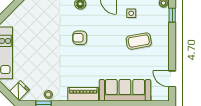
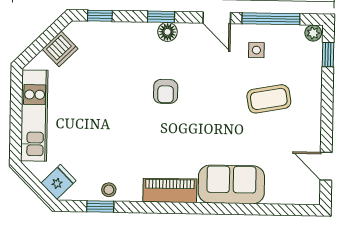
dishwasher: (19, 15) -> (60, 49), added
armchair: (80, 38) -> (166, 91), turned -90
sofa: (125, 90) -> (231, 184), width x0.73

